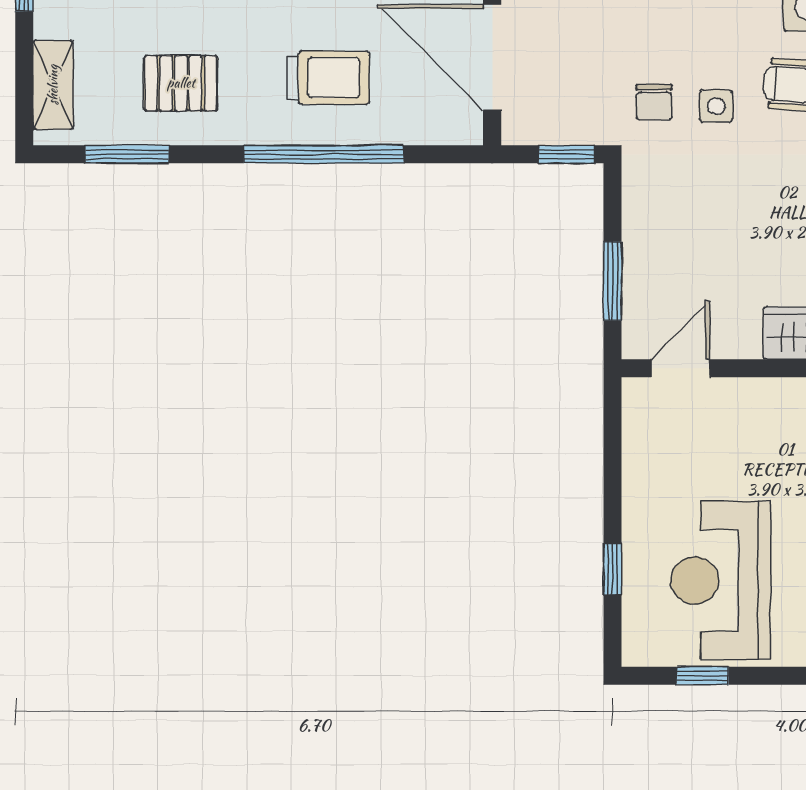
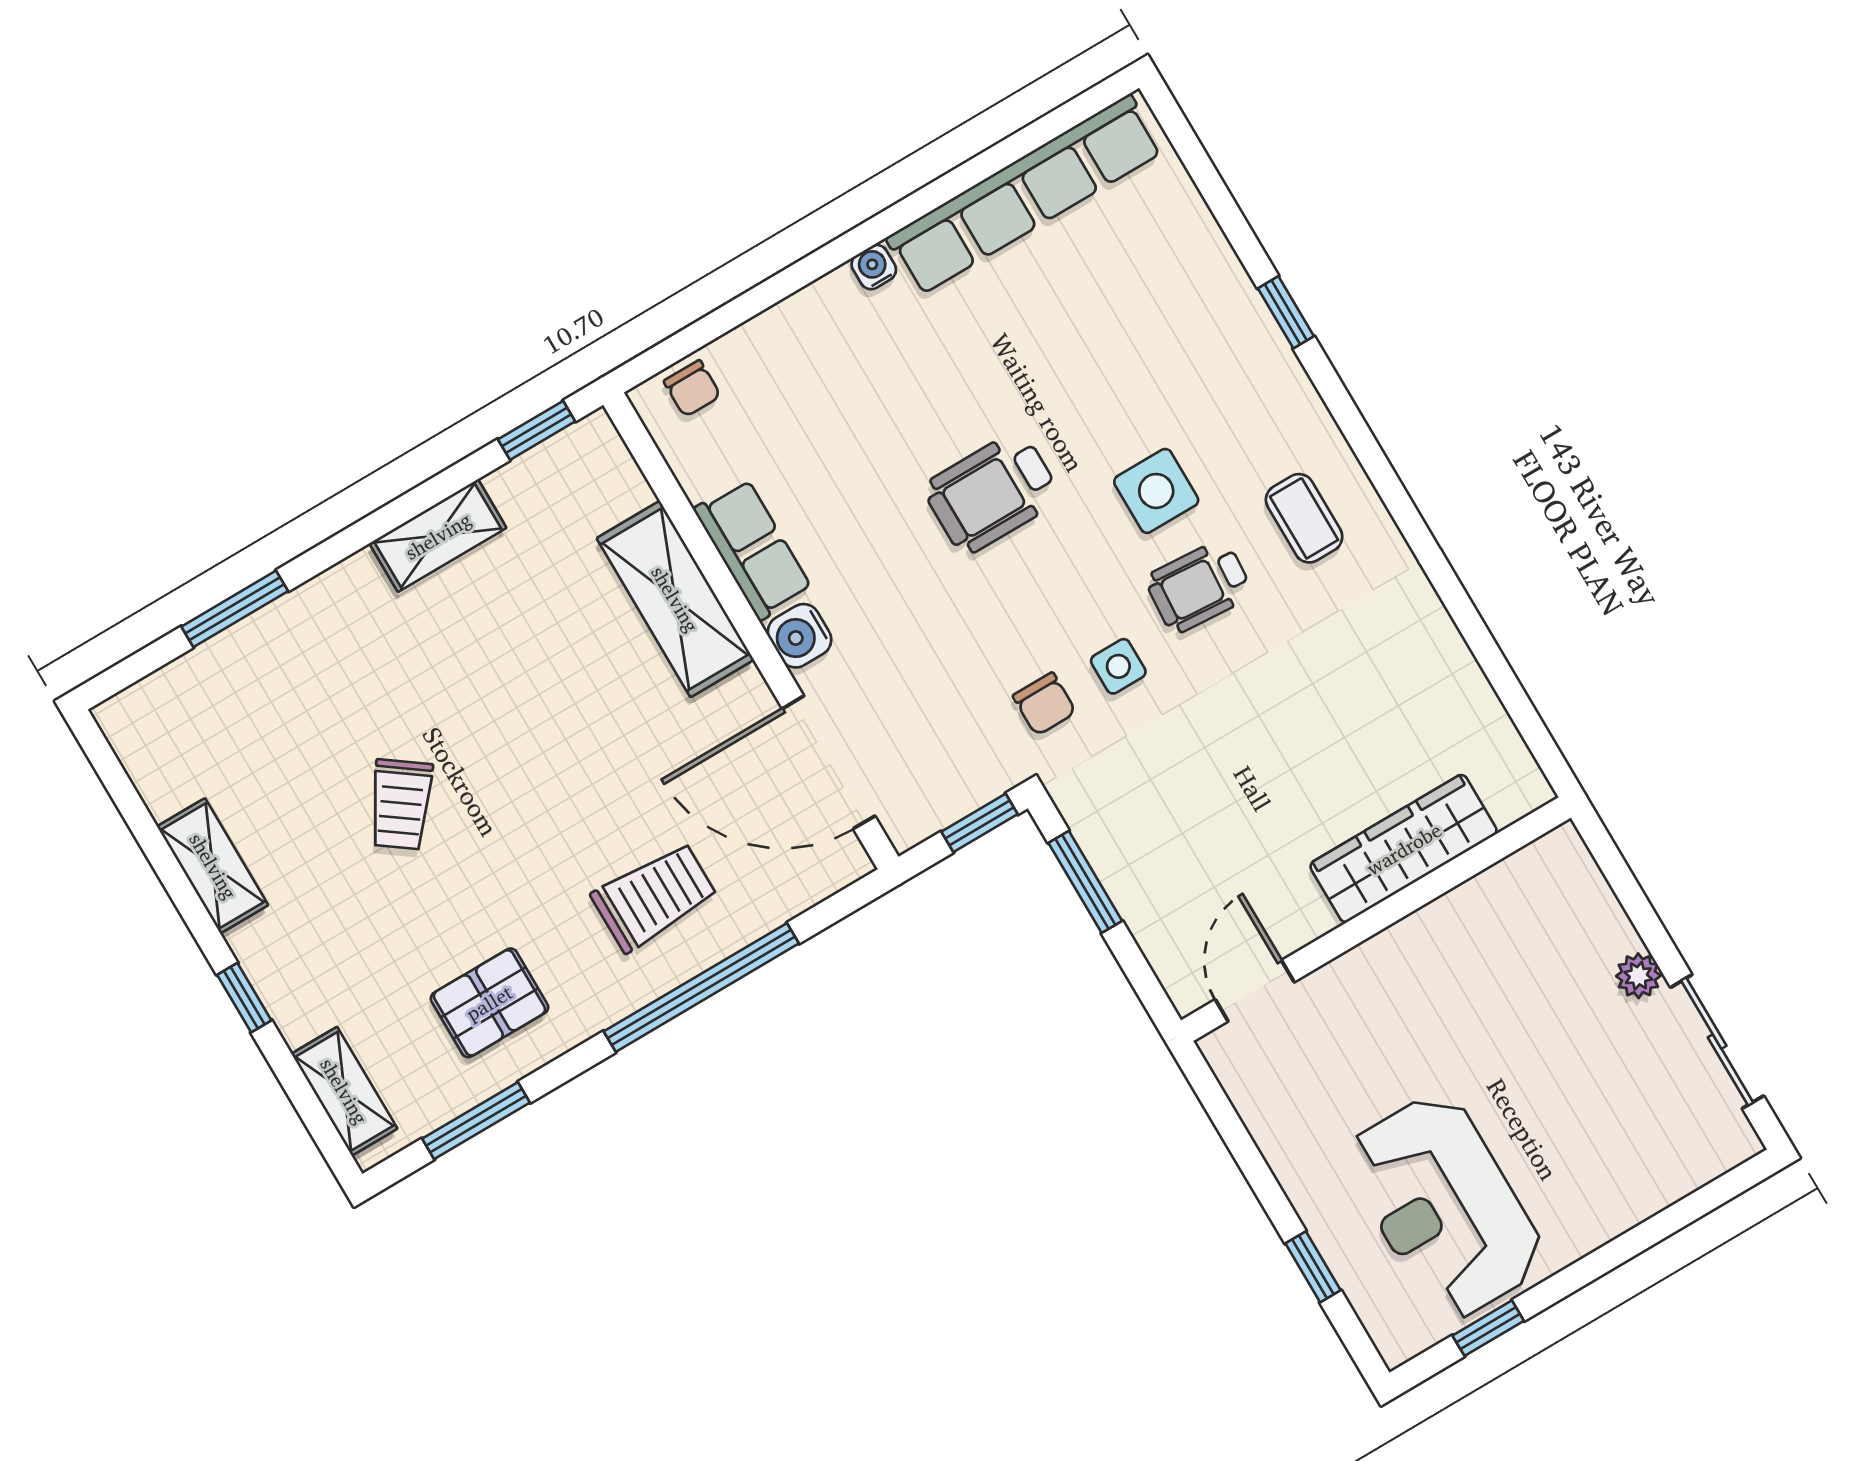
window: (612, 281) -> (1085, 882), moved

